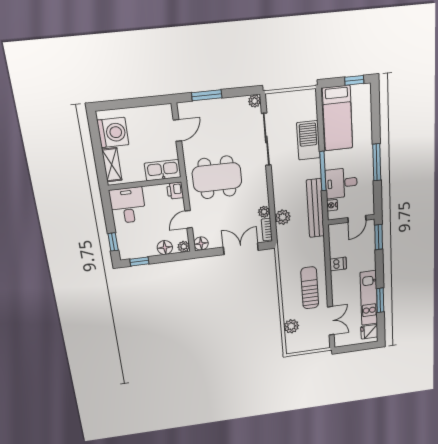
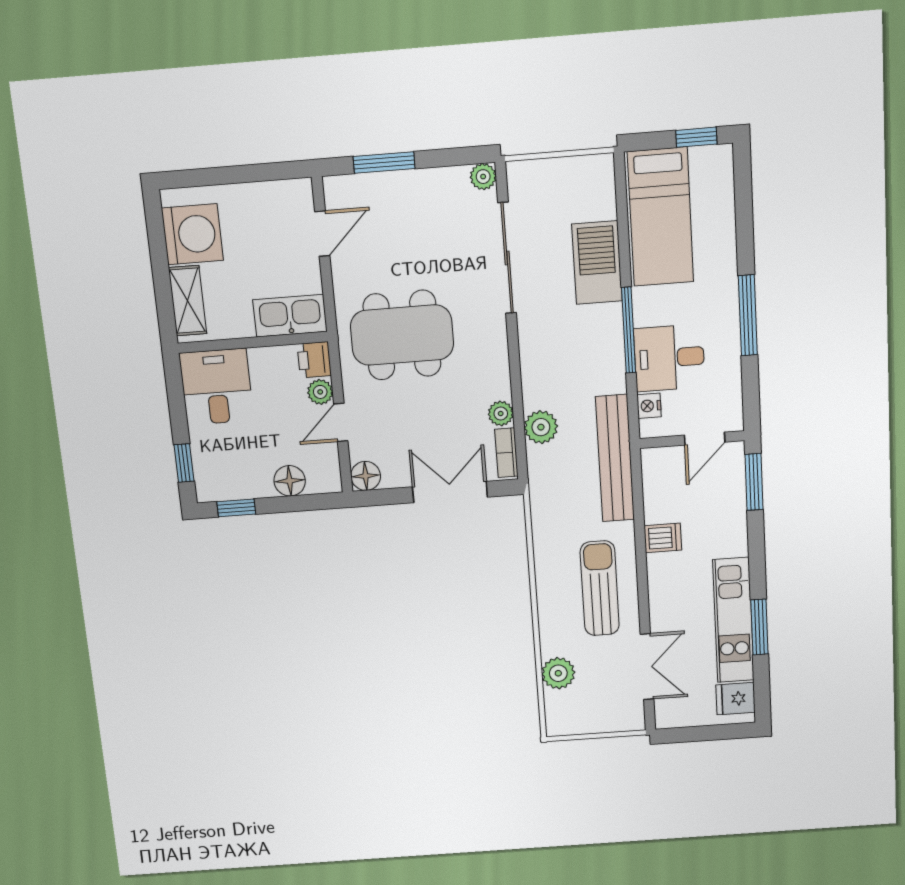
bench: (315, 208) -> (615, 458), moved
plant: (184, 247) -> (320, 392), moved

